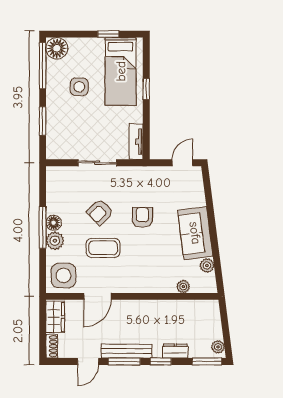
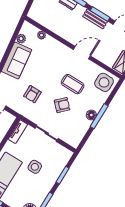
side table: (79, 87) -> (35, 167), moved
armchair: (142, 217) -> (32, 94), moved
plant: (55, 241) -> (97, 105), removed
door: (97, 296) -> (82, 53), moved
bench: (126, 351) -> (95, 19), width x0.73

